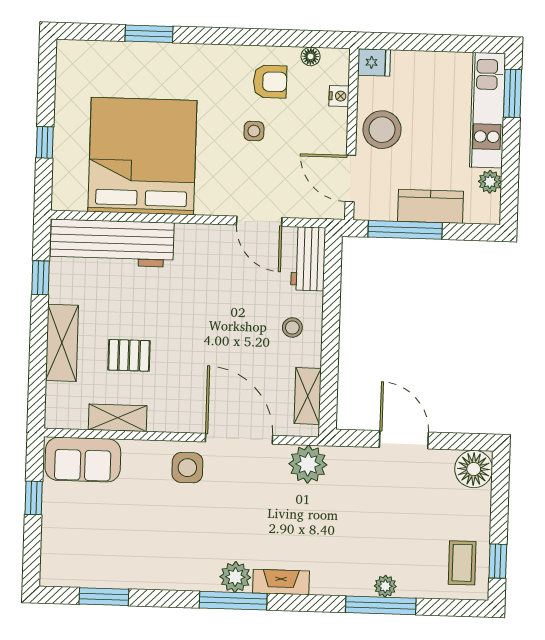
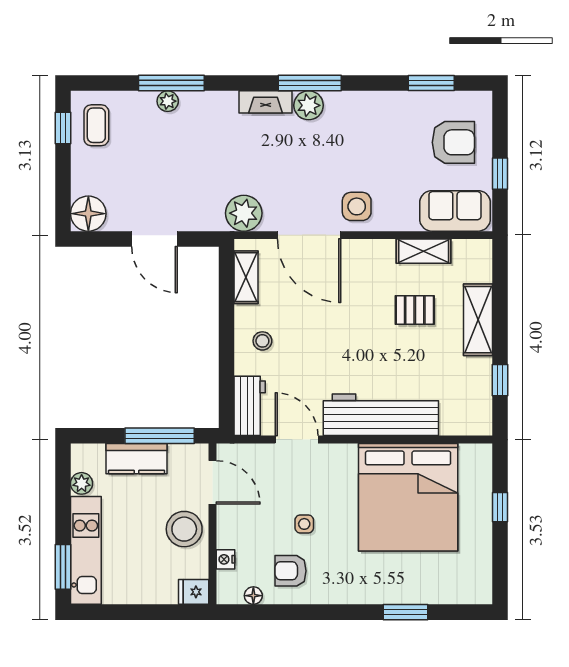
workbench: (112, 243) -> (381, 415), moved
armchair: (82, 533) -> (453, 142), added

